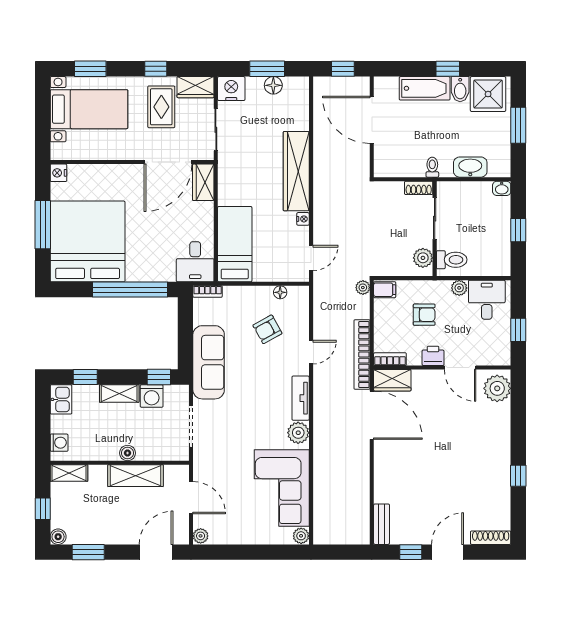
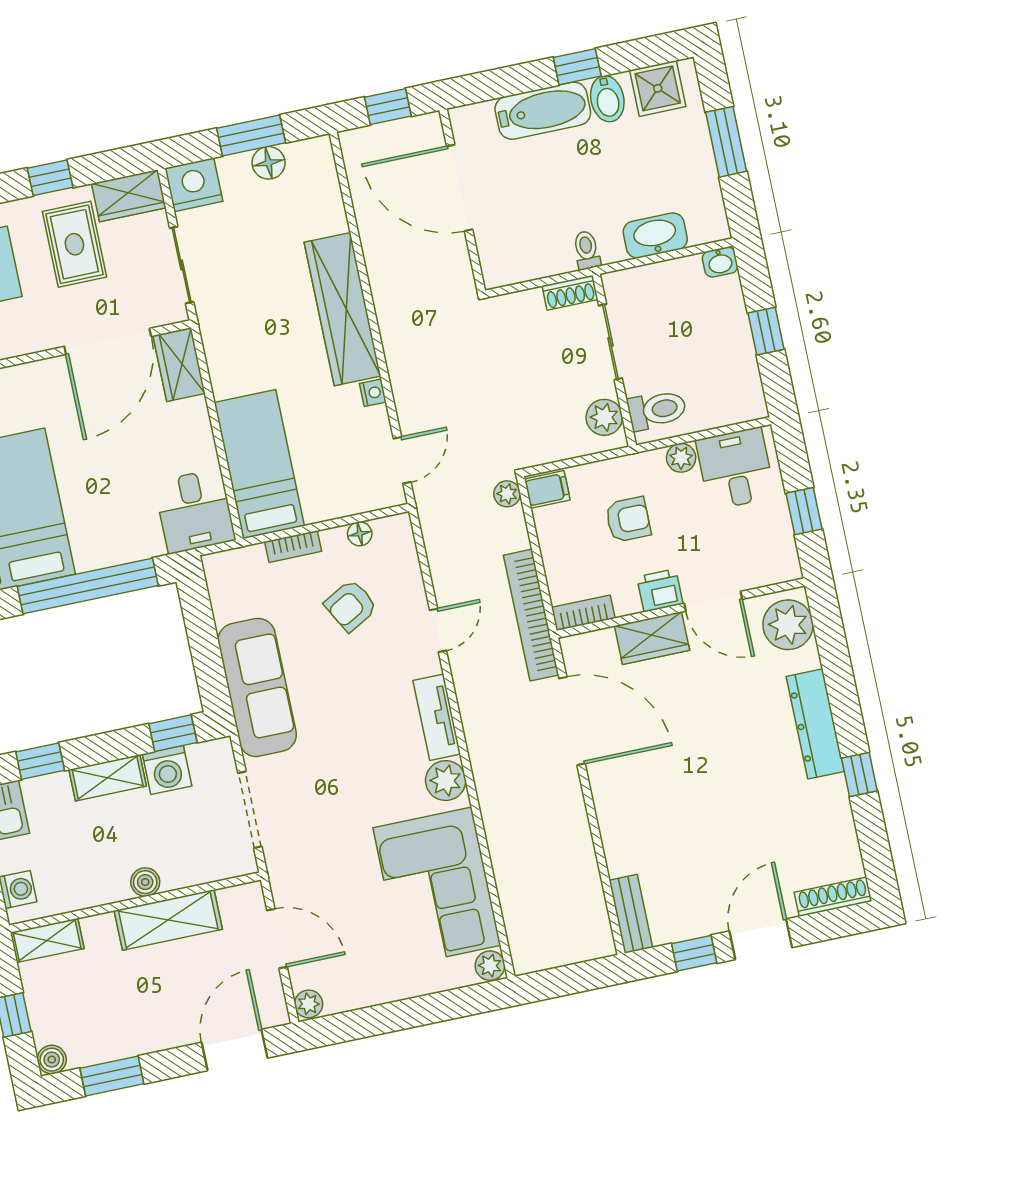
shower: (488, 94) -> (658, 88), width x0.73, depth x0.73
bookcase: (208, 292) -> (293, 547), moved
wardrobe: (392, 380) -> (652, 638), moved
dresser: (501, 444) -> (815, 724), added

